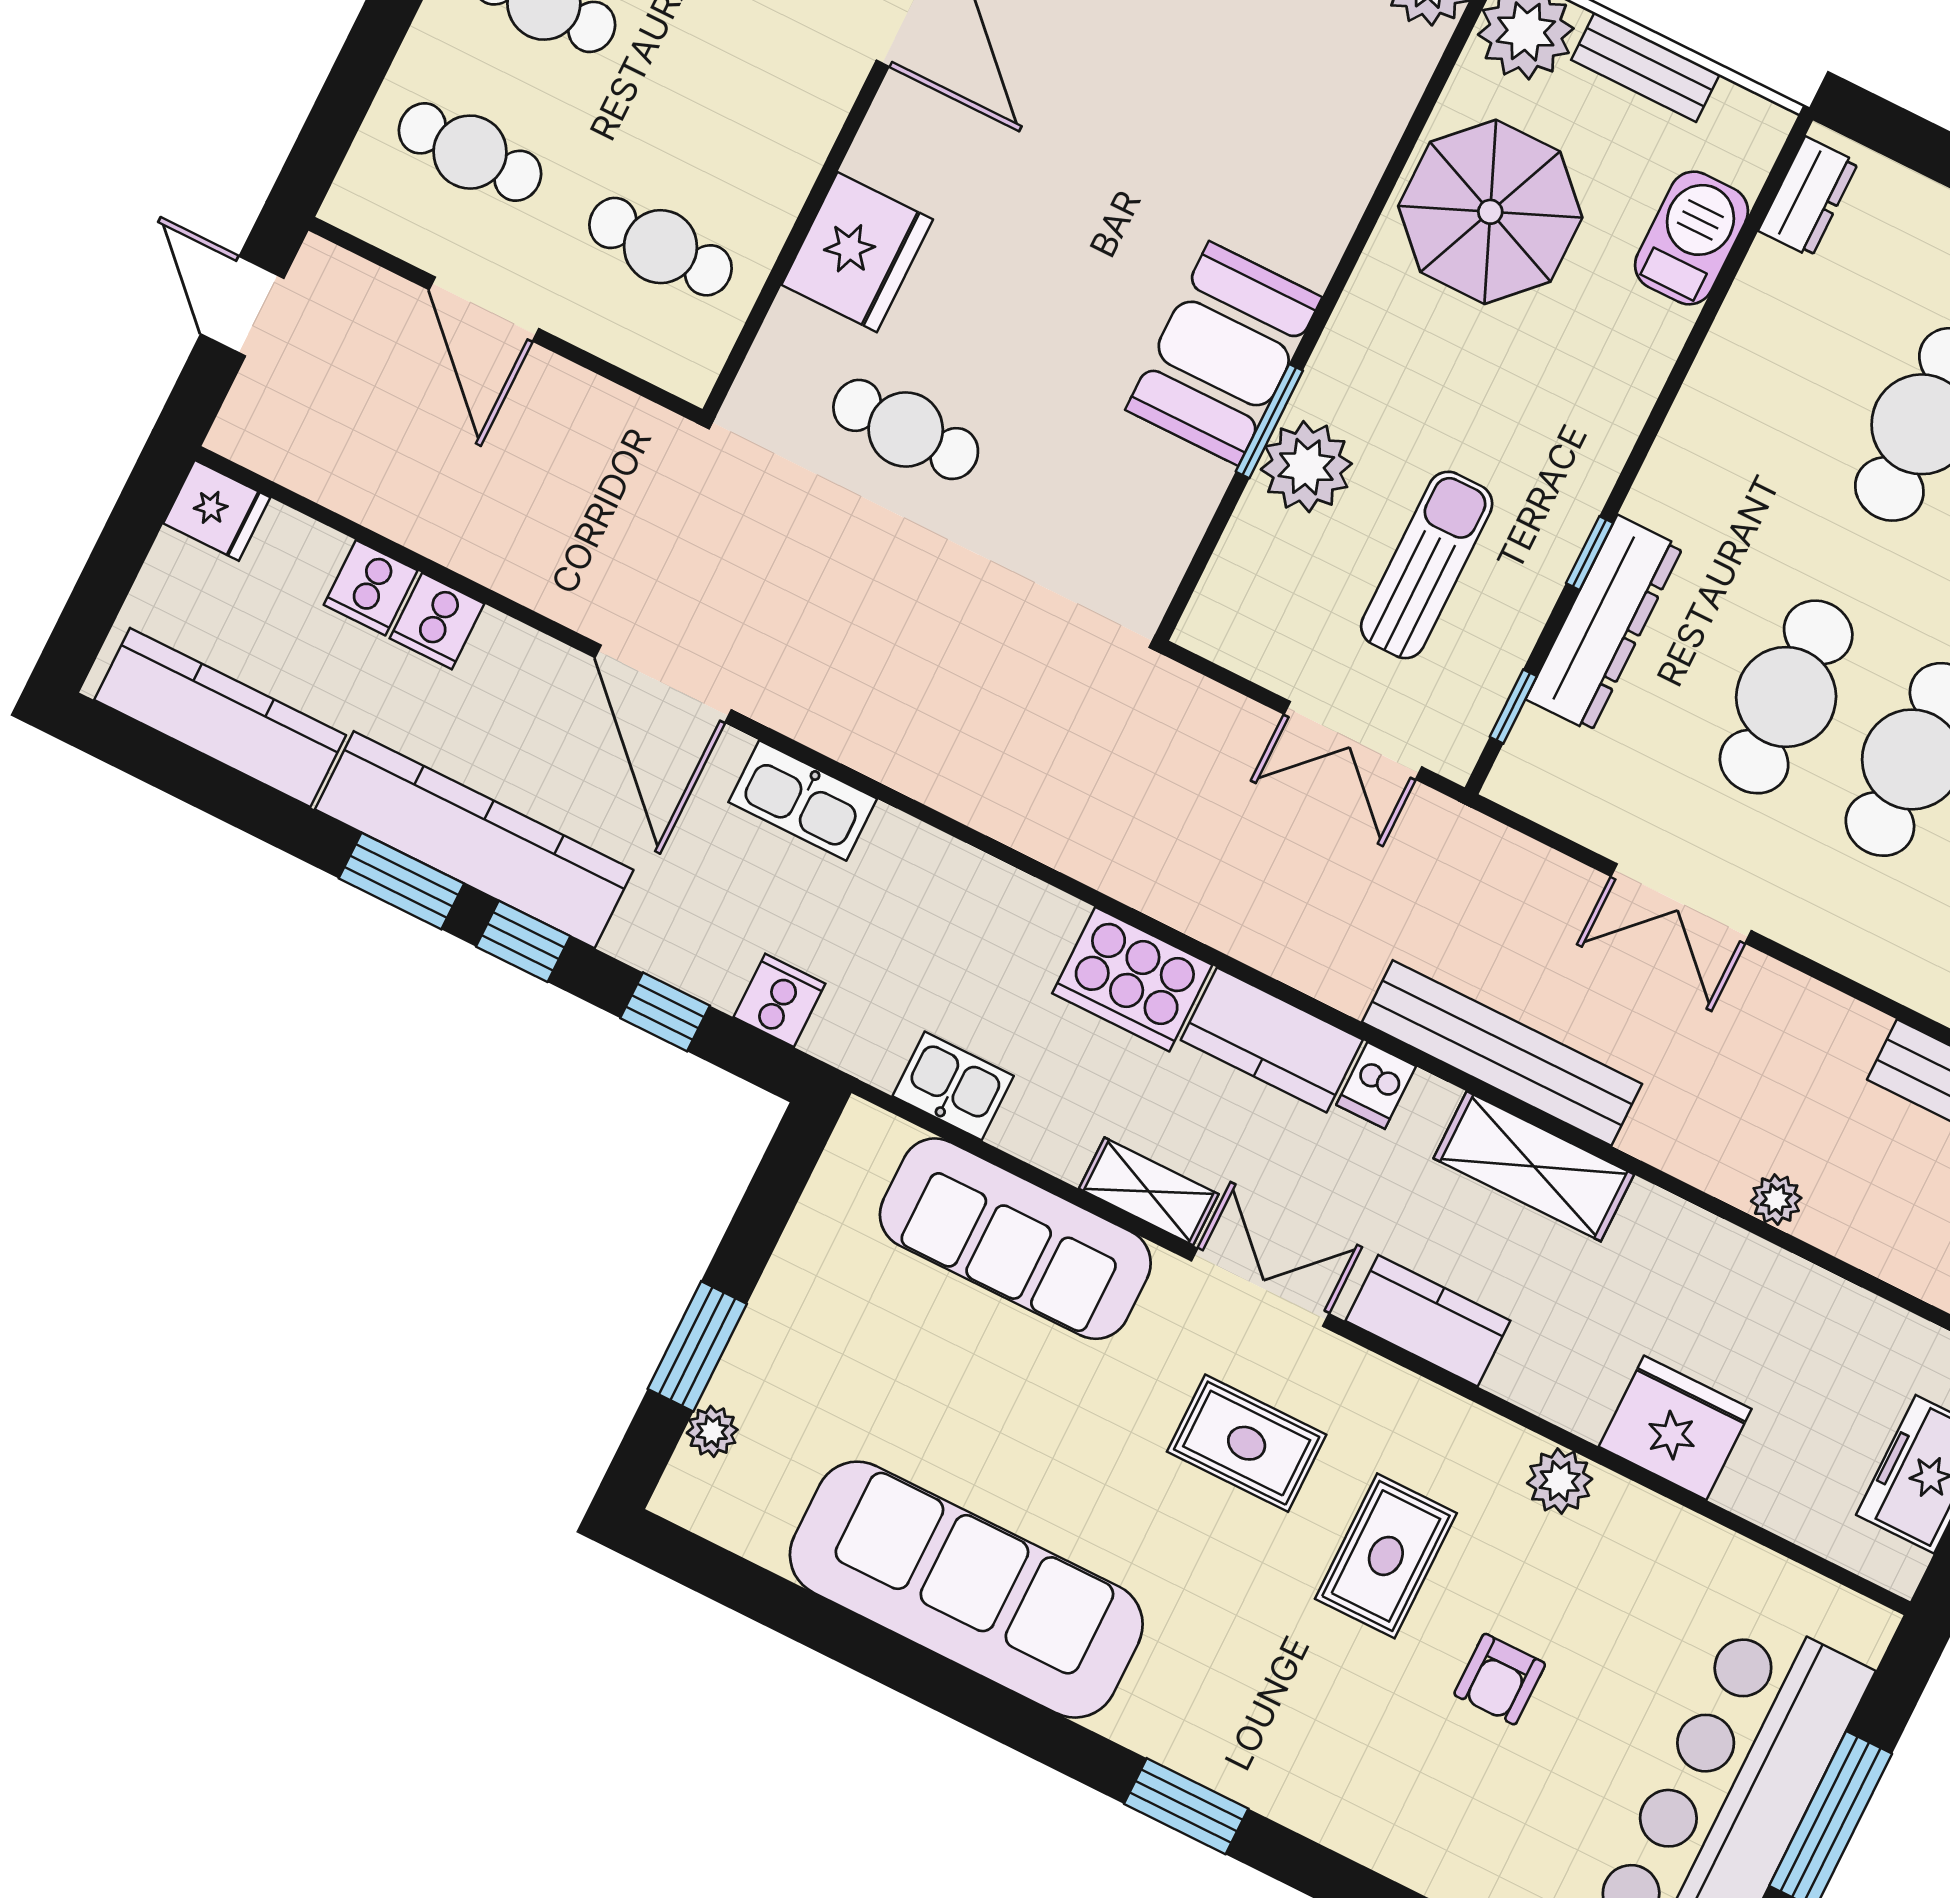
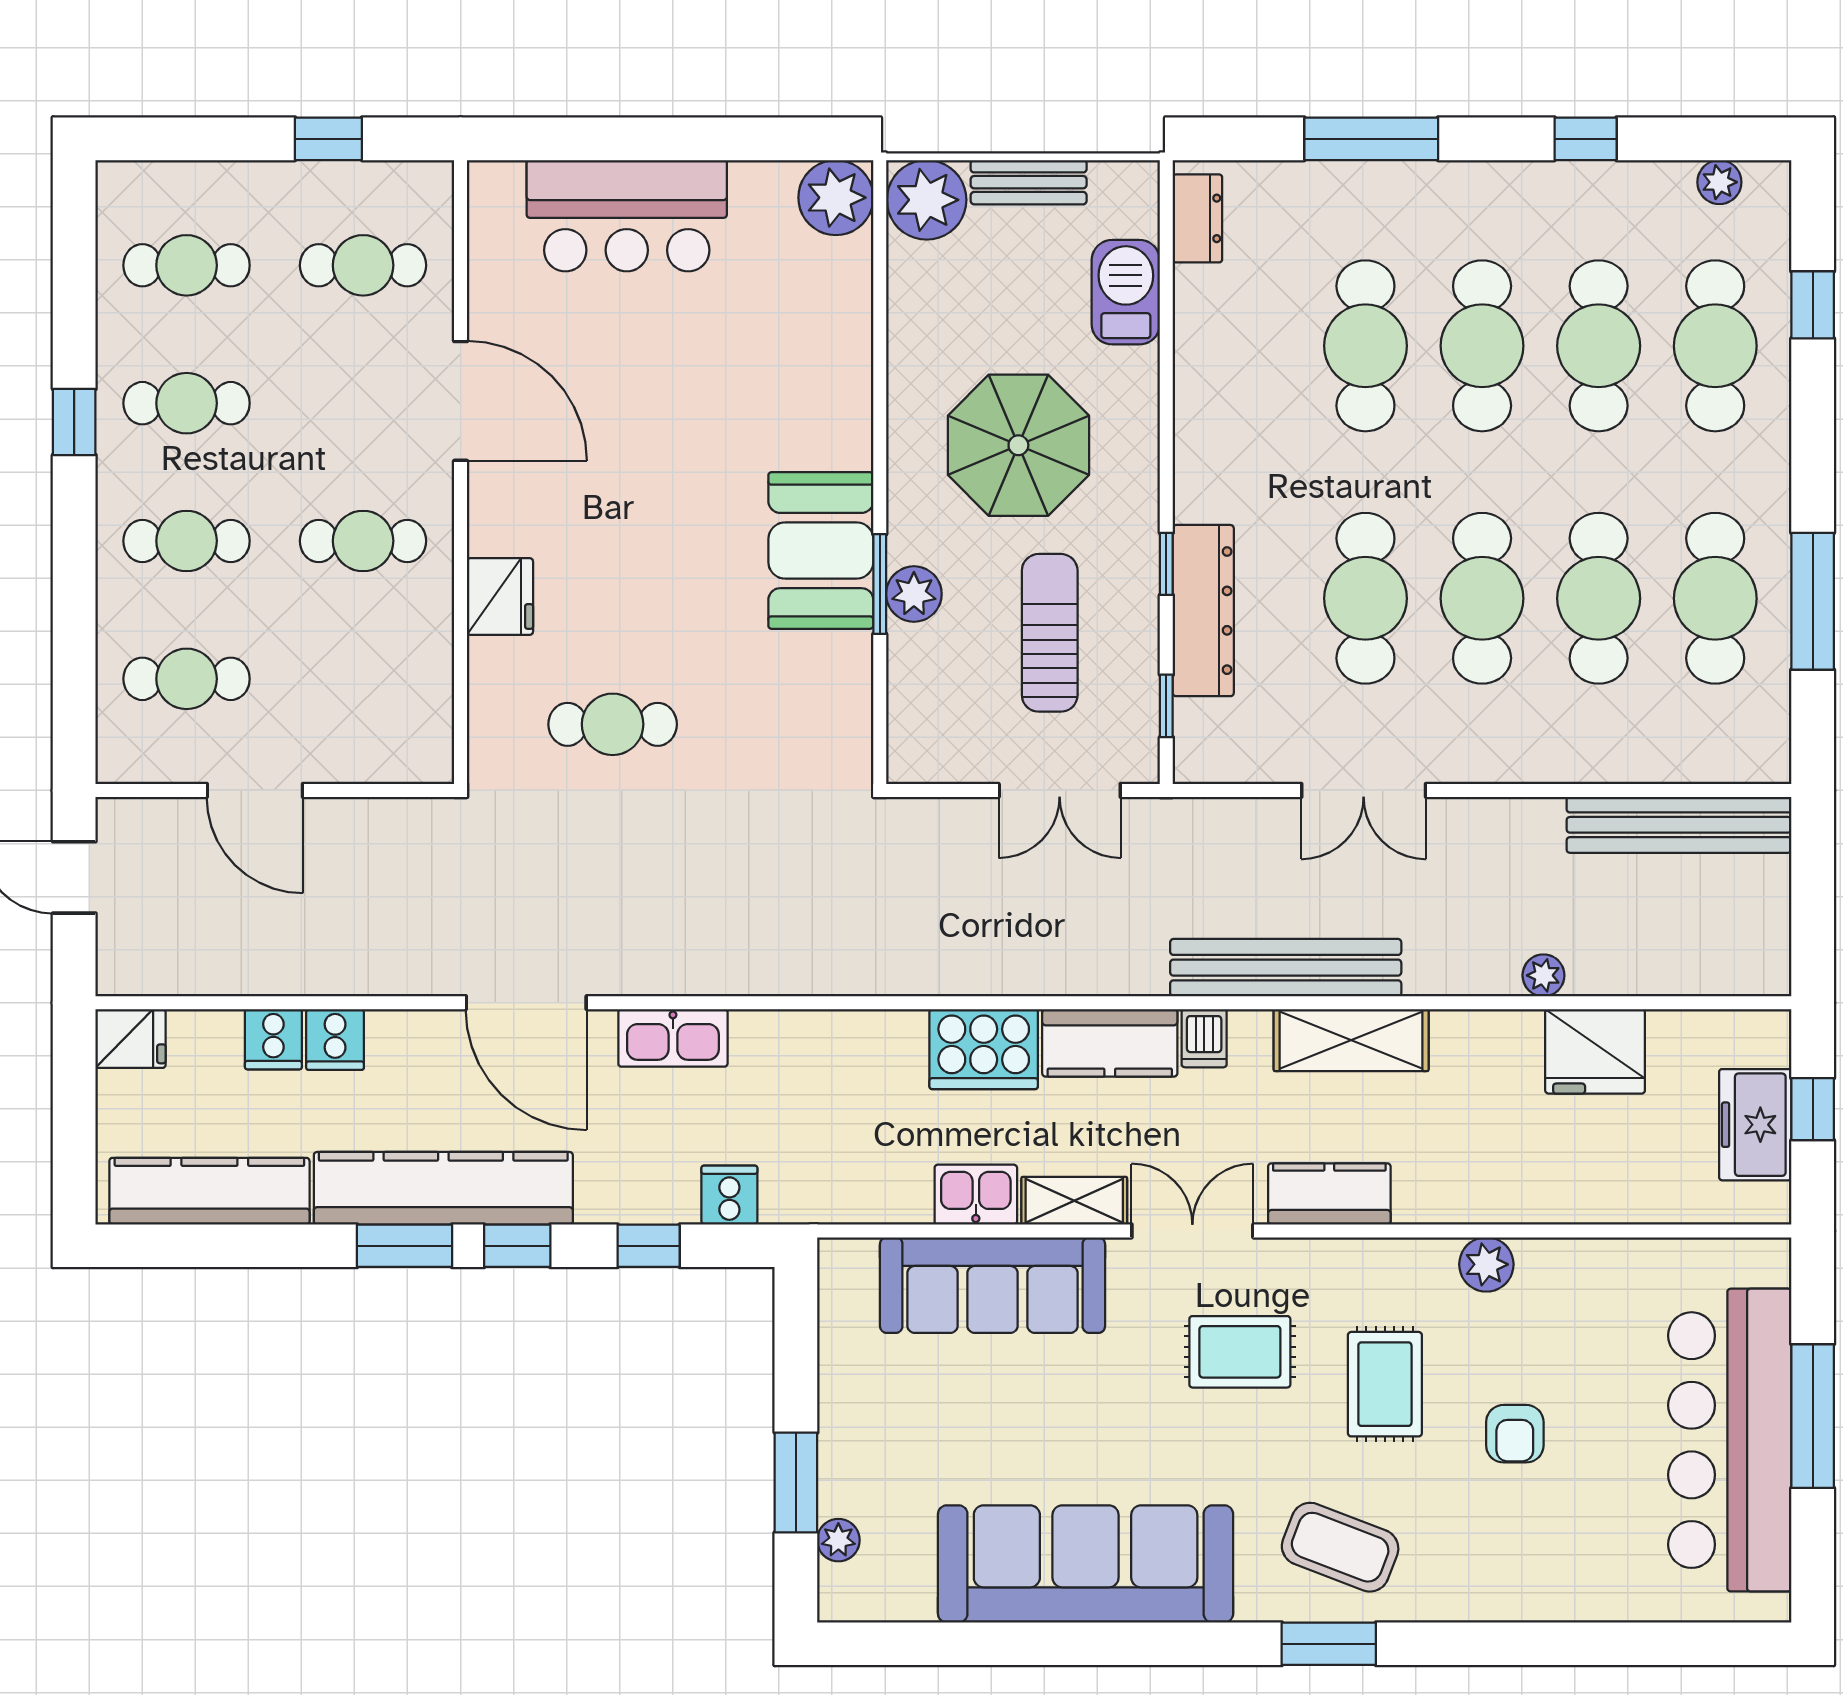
parasol: (1490, 212) -> (1018, 445), moved
cafe table: (661, 247) -> (363, 541), moved
fridge: (857, 252) -> (500, 597), width x0.73, depth x0.75
plant: (1306, 467) -> (914, 594), width x0.73, depth x0.73
kitchen sink: (953, 1086) -> (976, 1195), moved
fridge: (1675, 1428) -> (1595, 1051), moved, turned 180
coffee table: (1250, 1708) -> (1340, 1547), added

